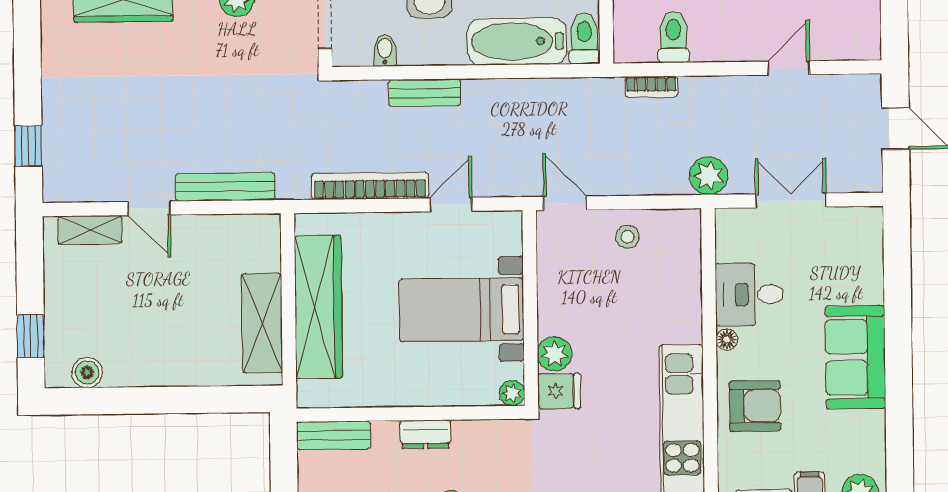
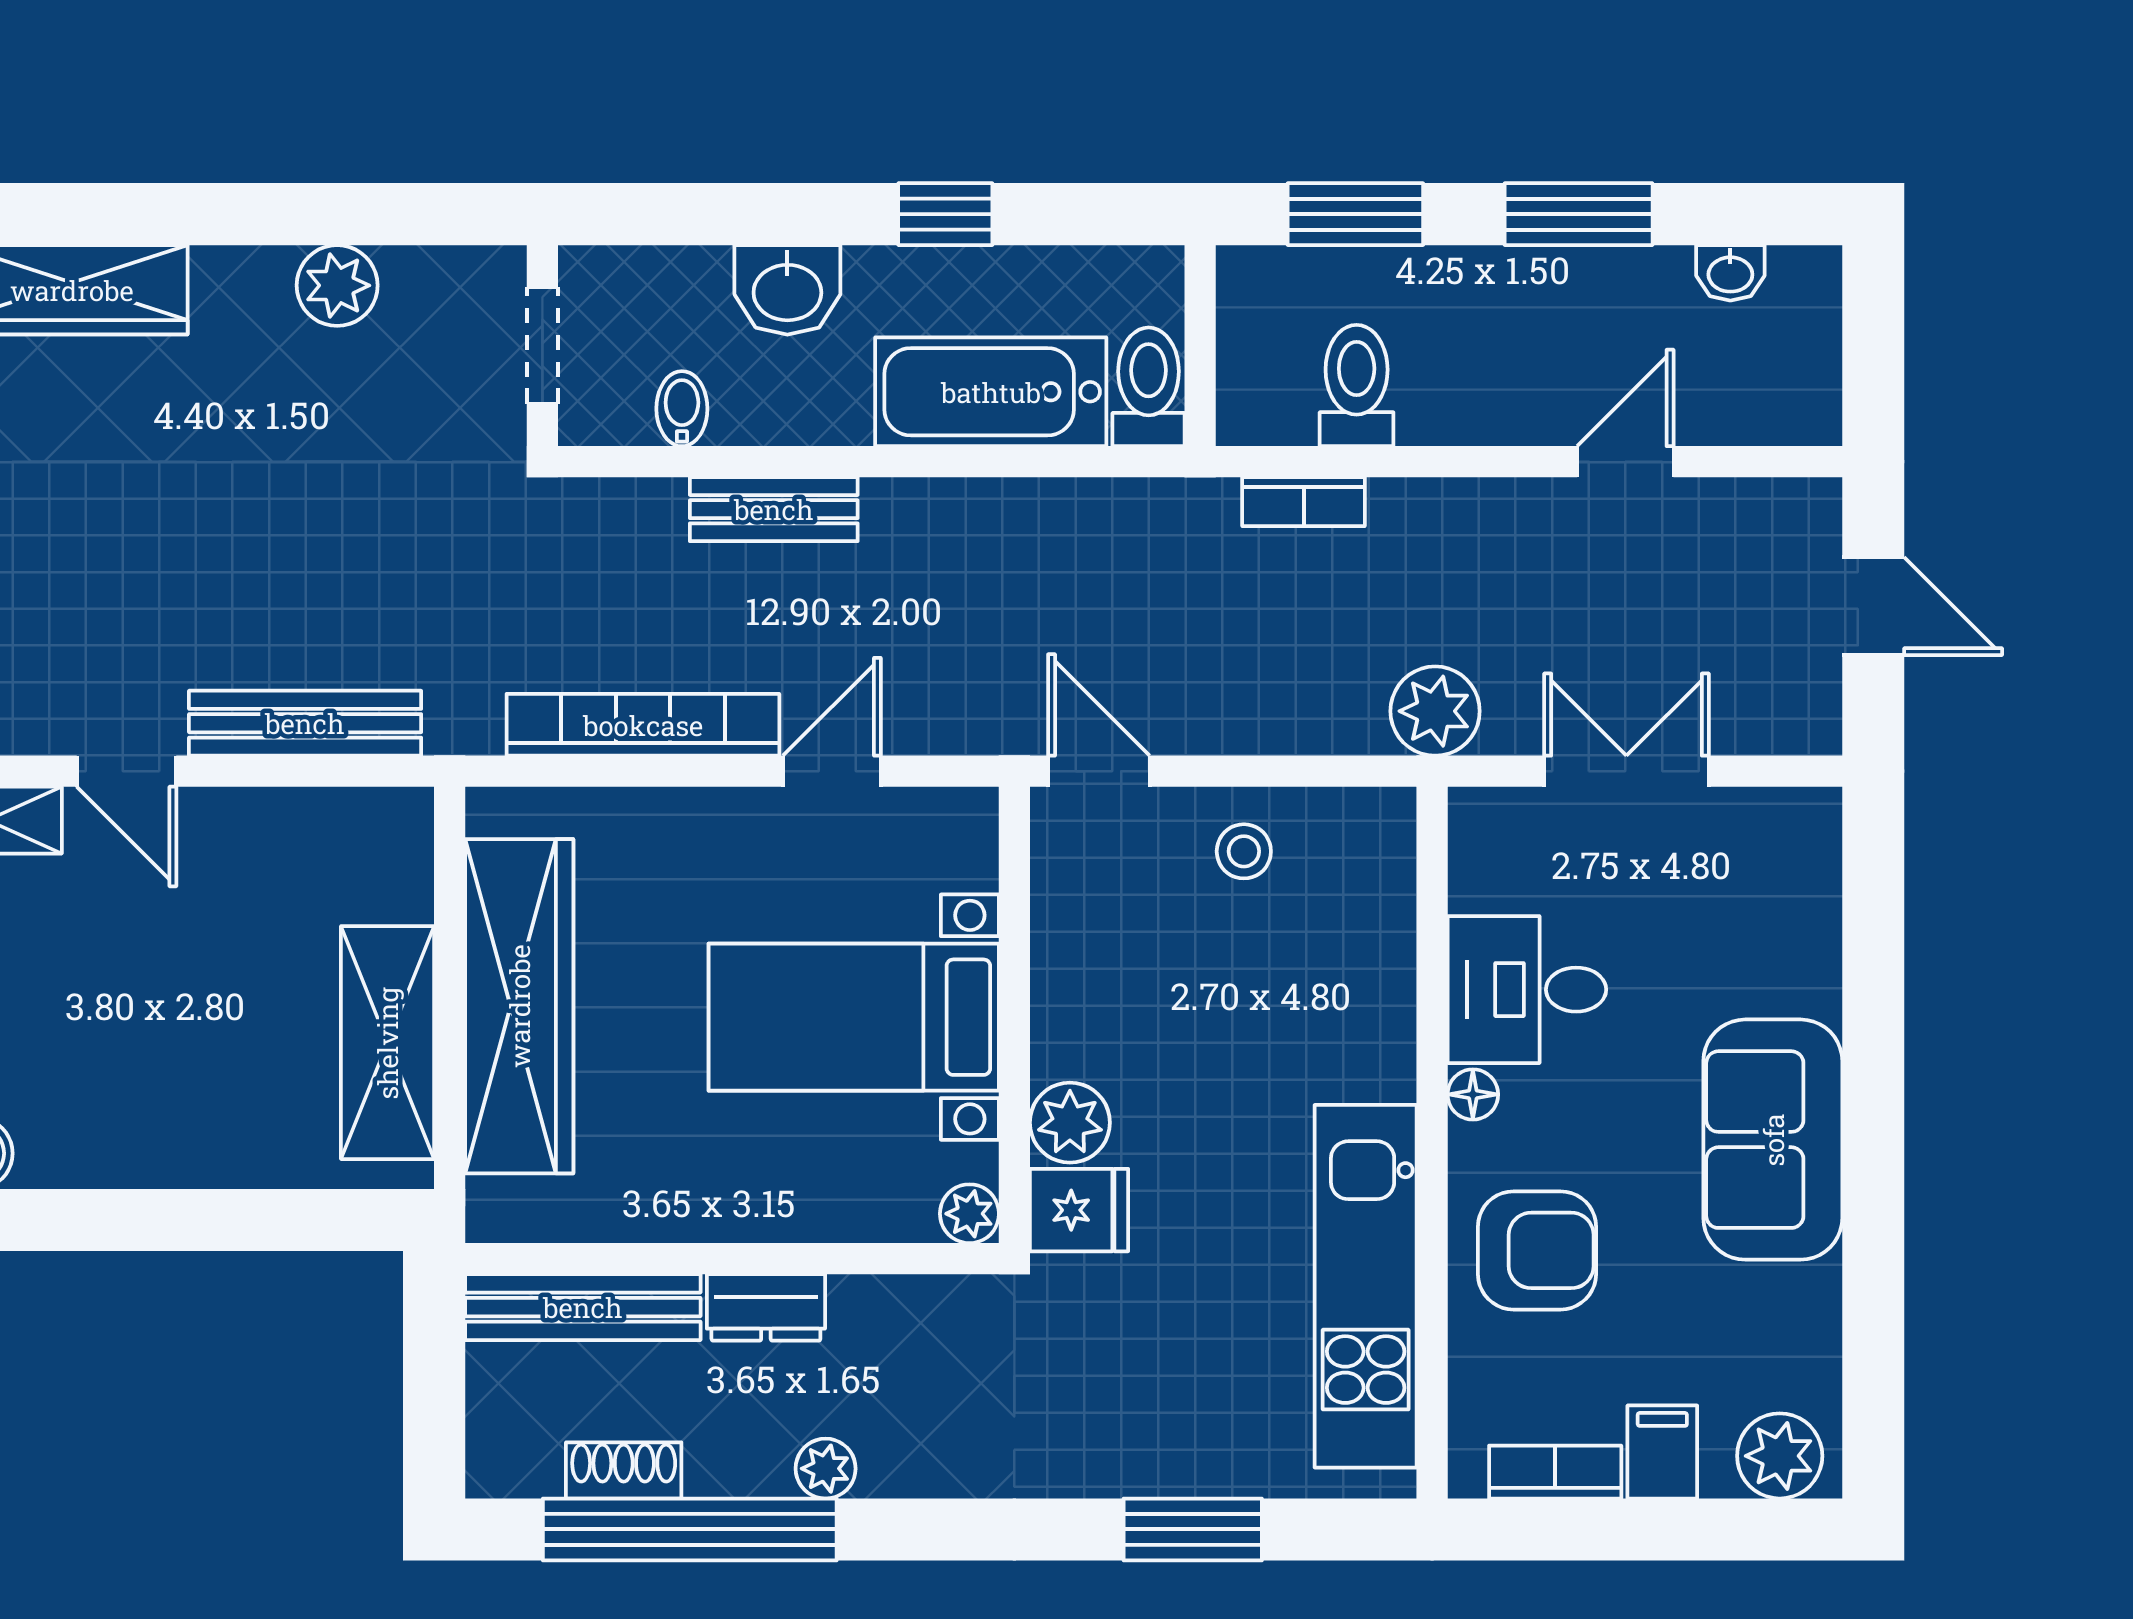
bench: (334, 435) -> (583, 1307), width x1.36

